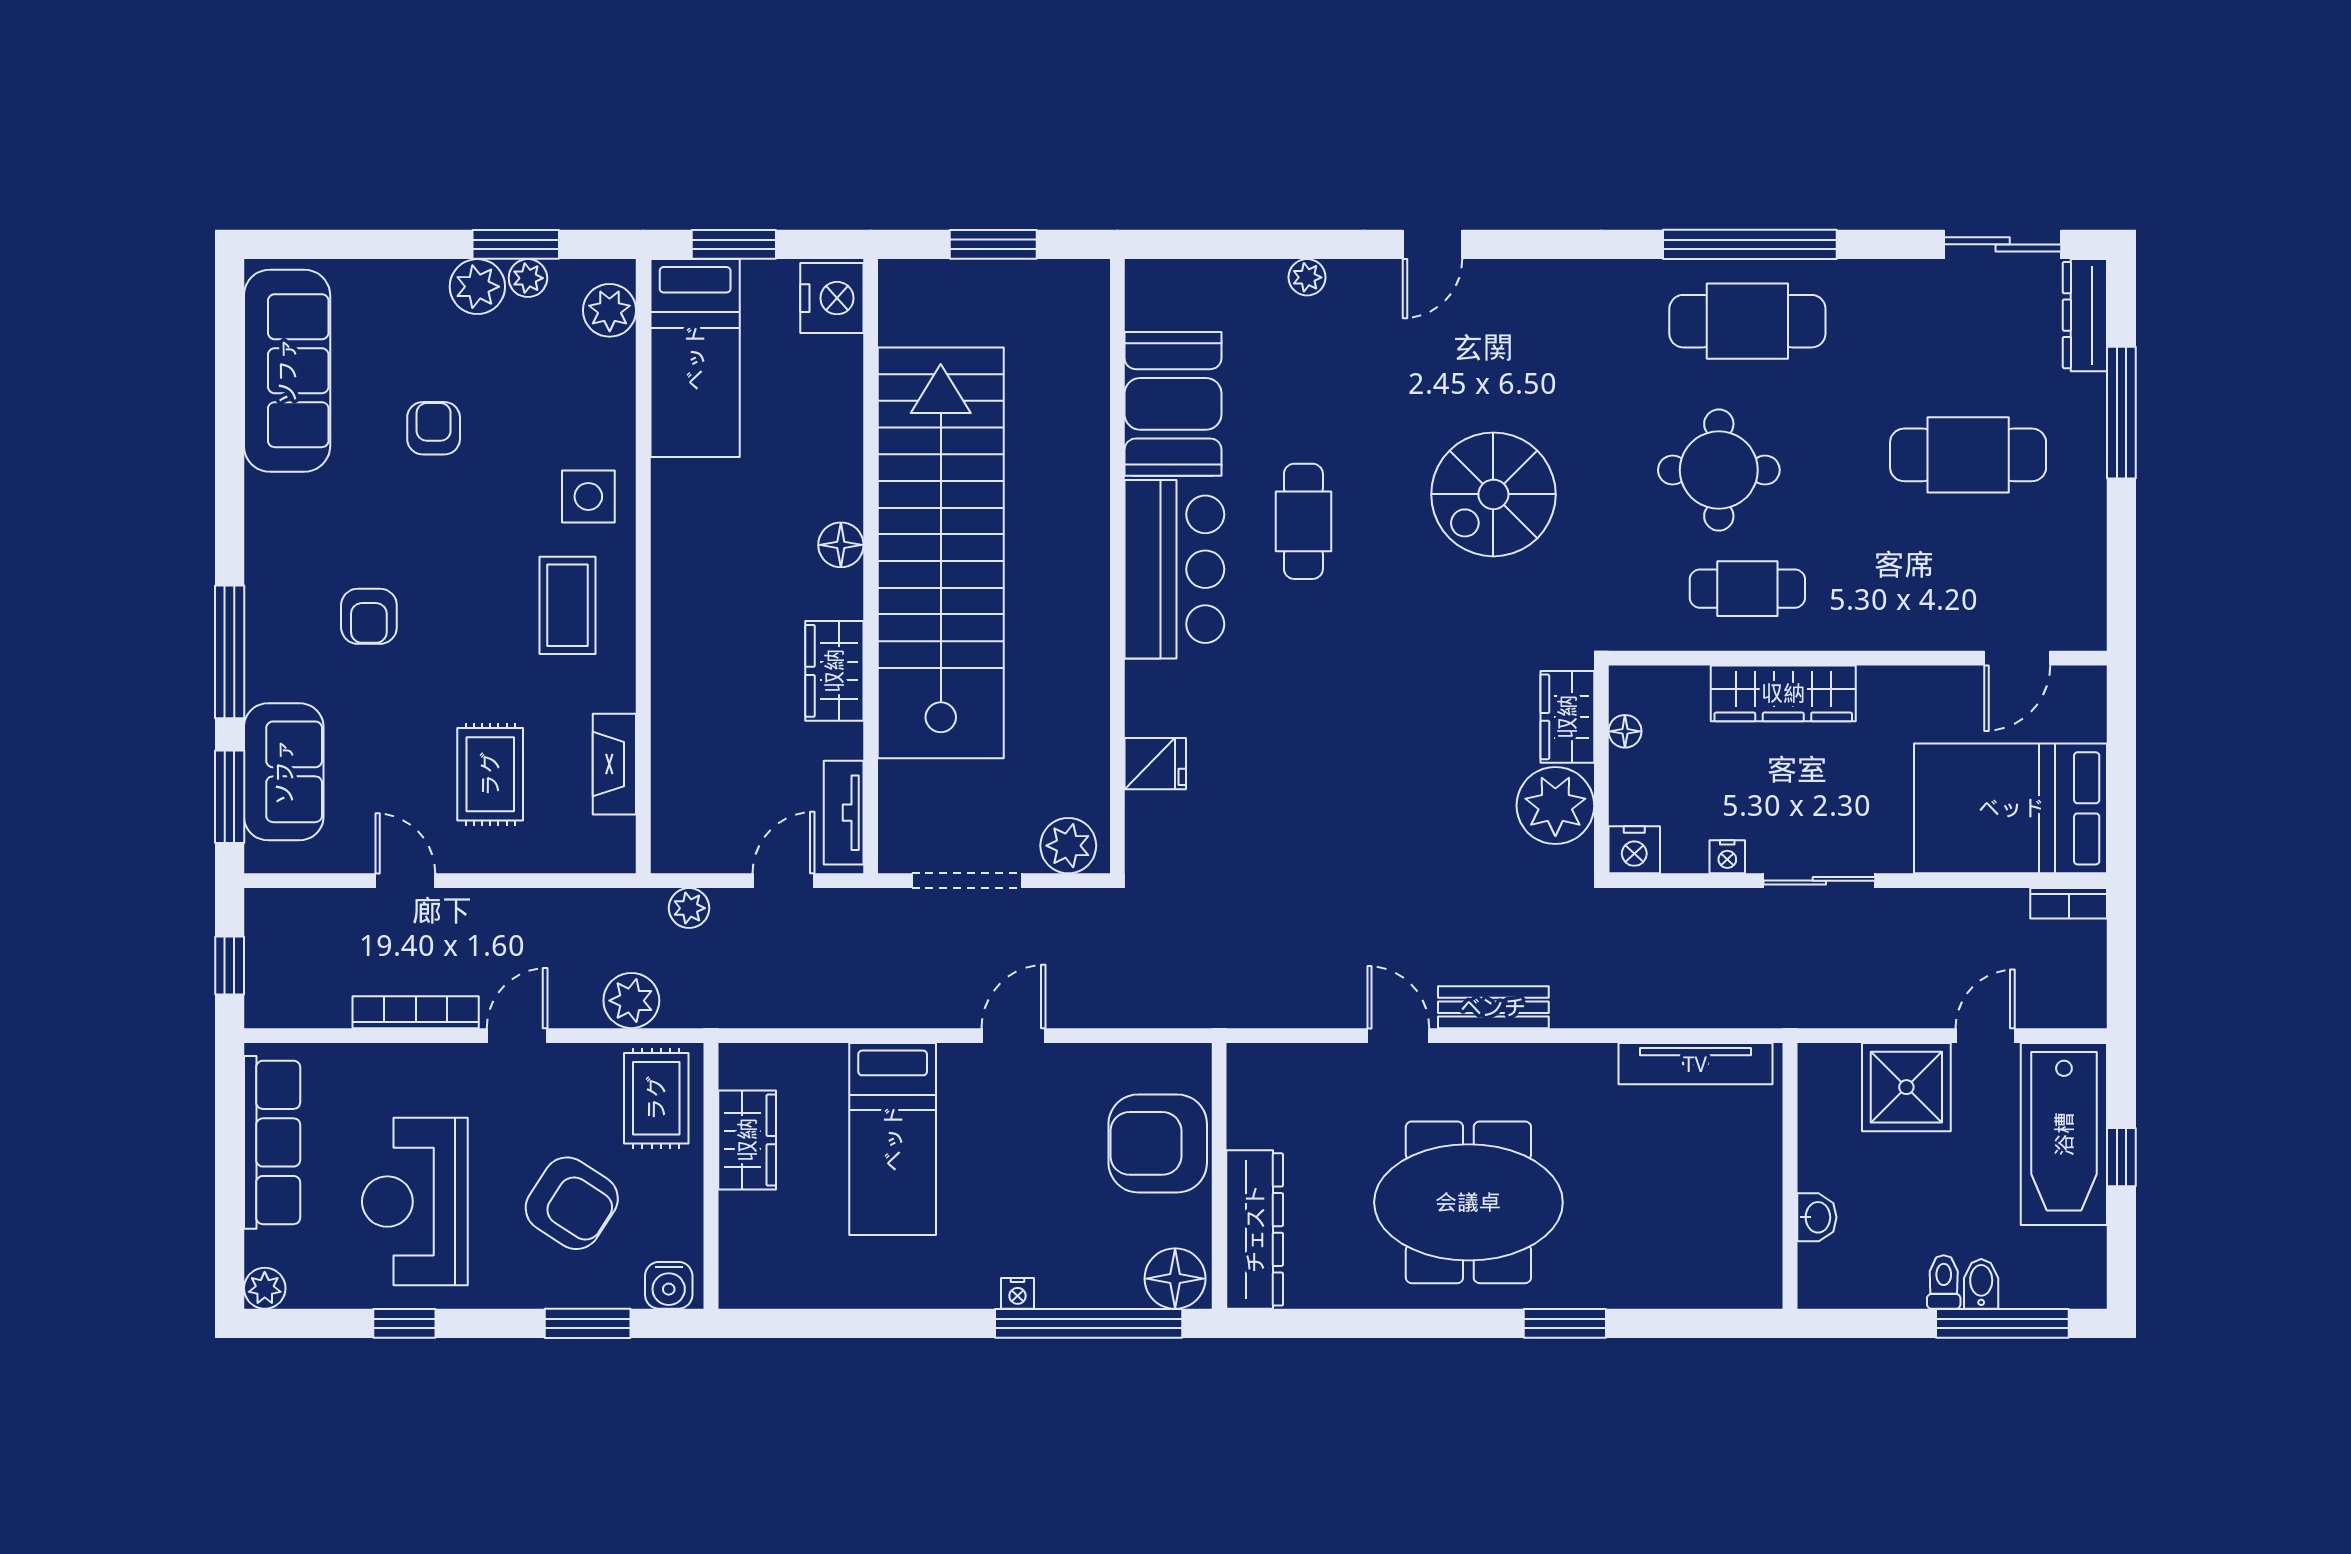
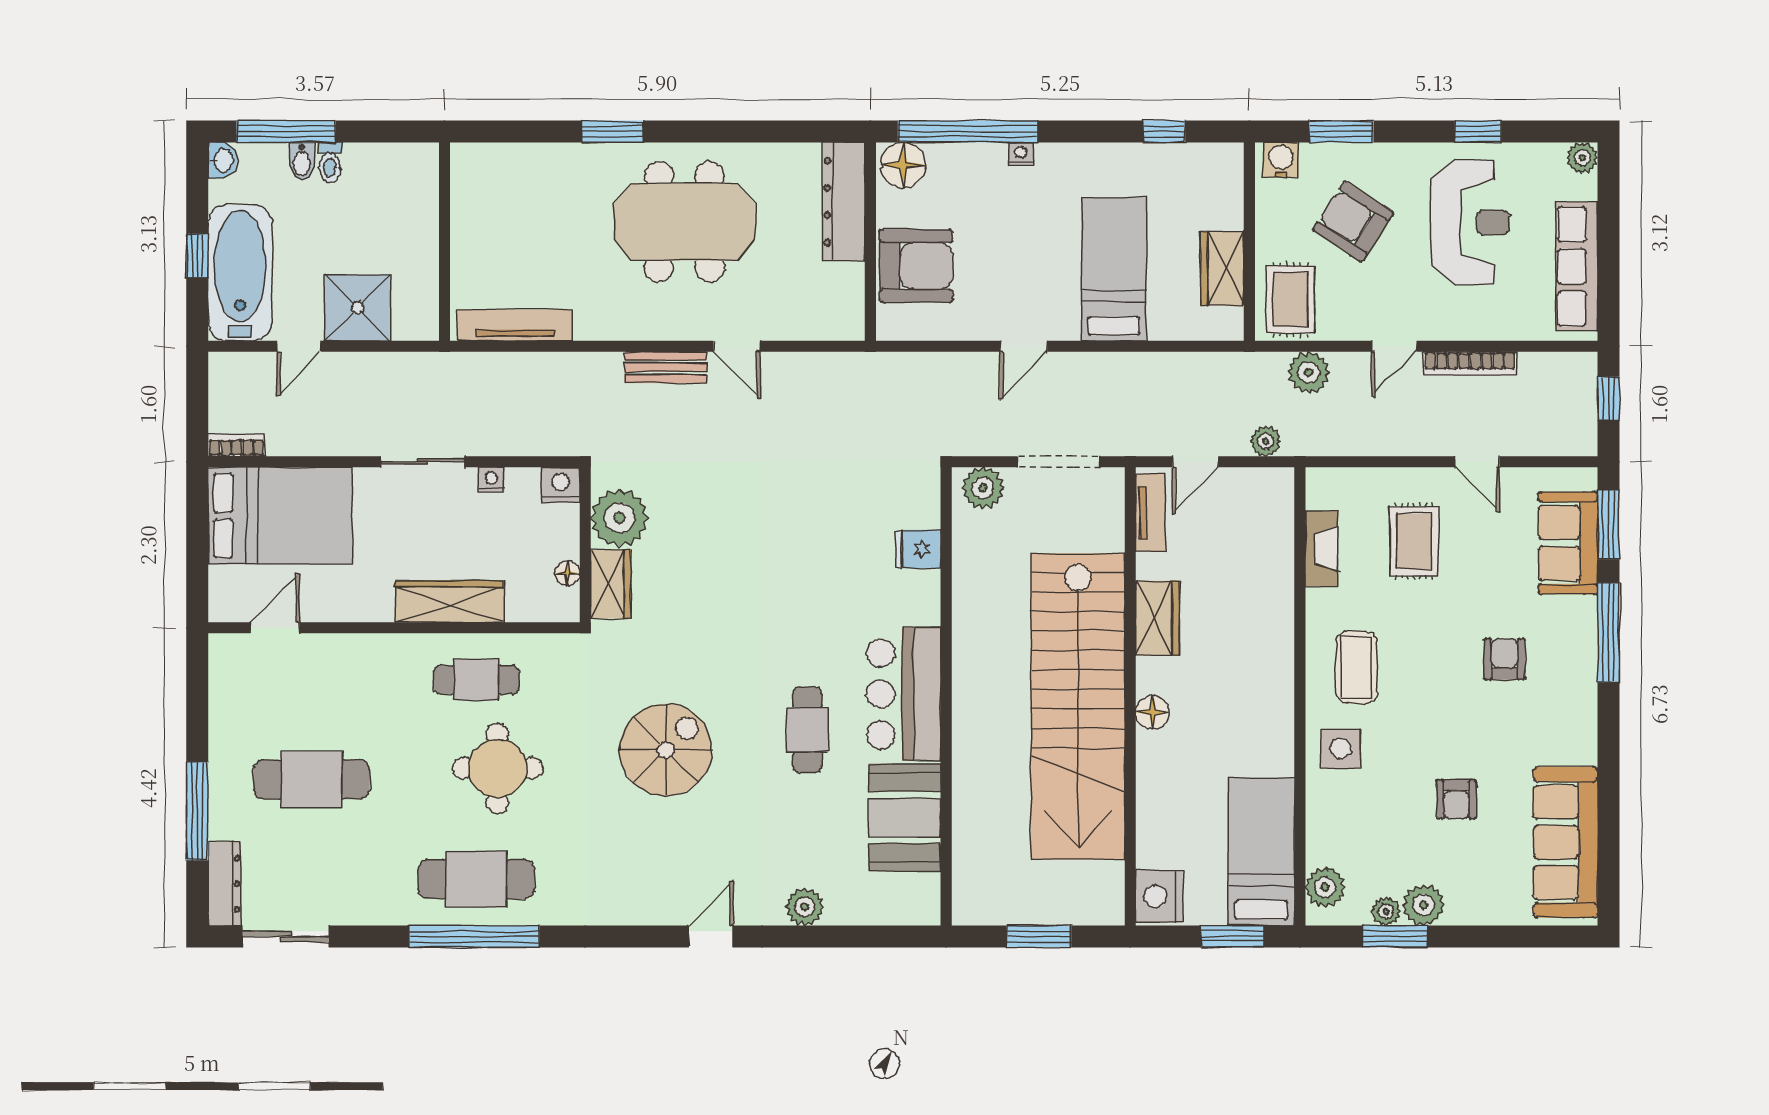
plant: (1307, 277) -> (805, 907), width x1.38, depth x1.38
washbasin: (1817, 1217) -> (223, 160), moved, turned 180
window: (825, 1323) -> (1164, 132), added

